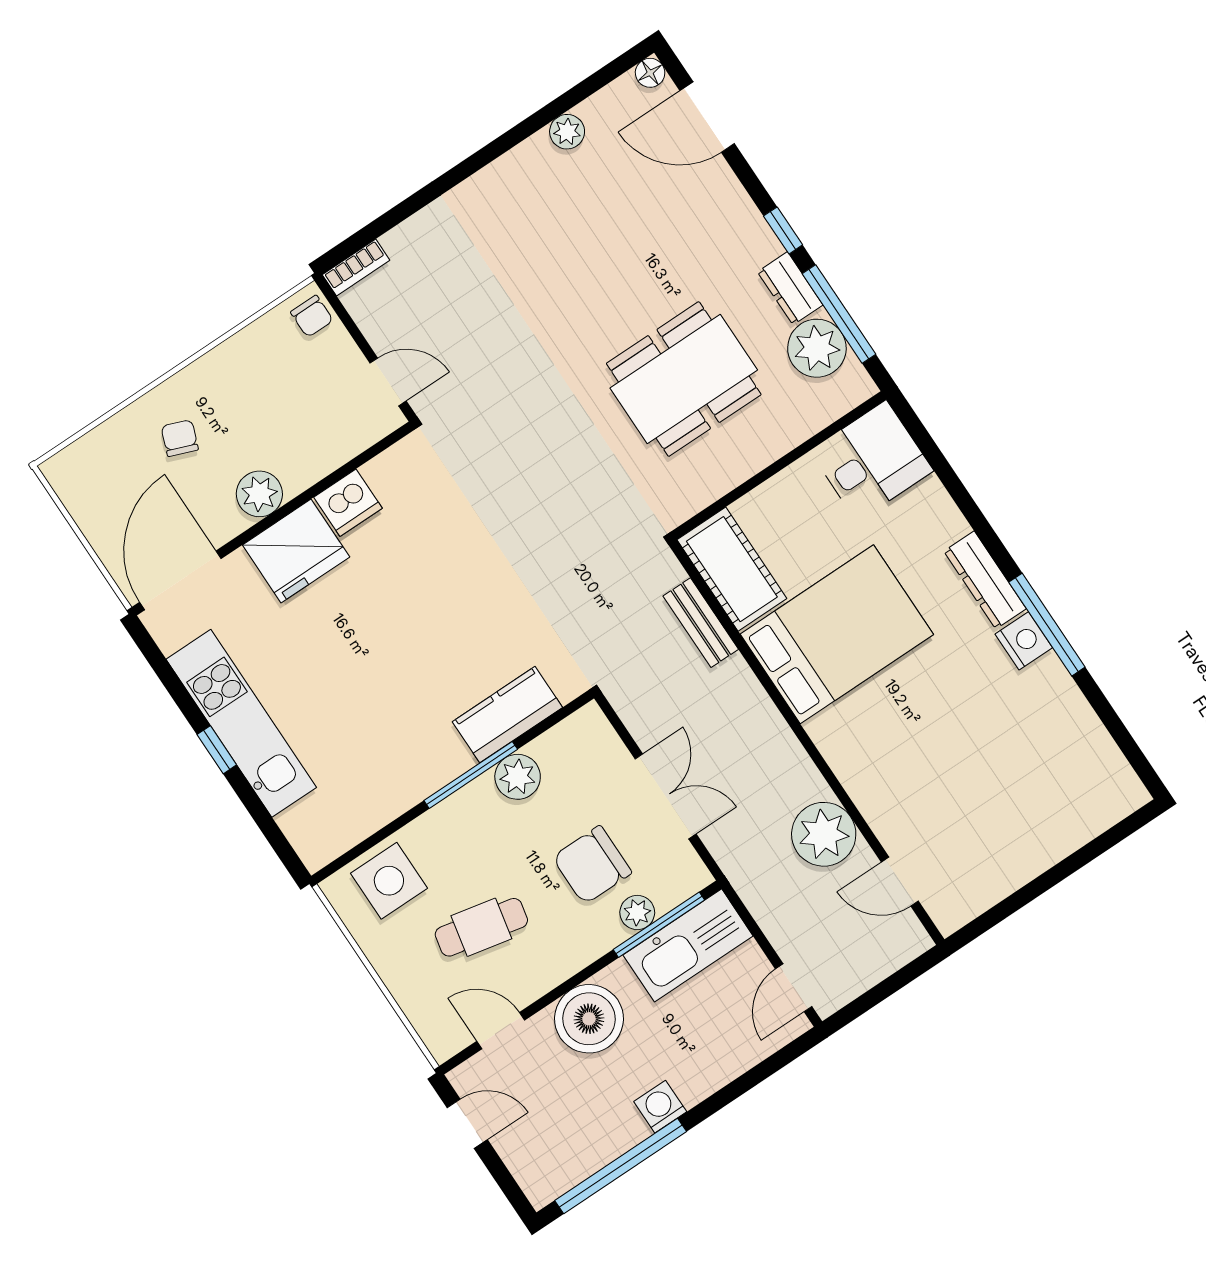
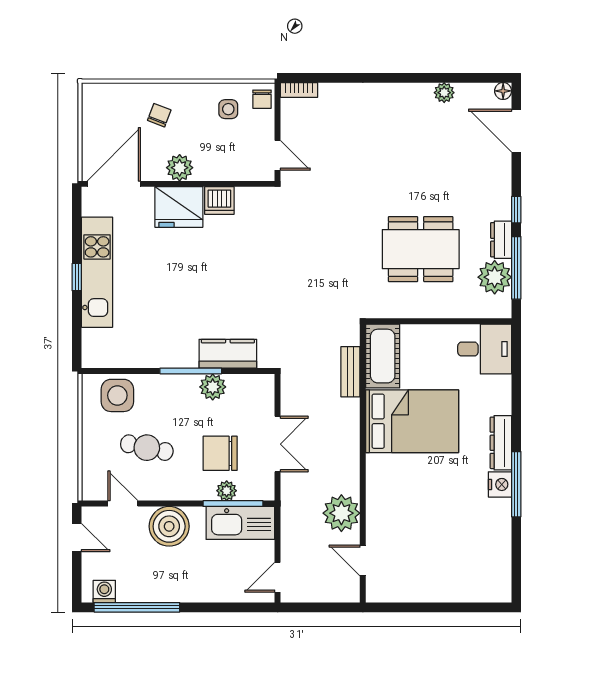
side table: (273, 363) -> (228, 109), added
washing machine: (660, 1107) -> (104, 591), moved

